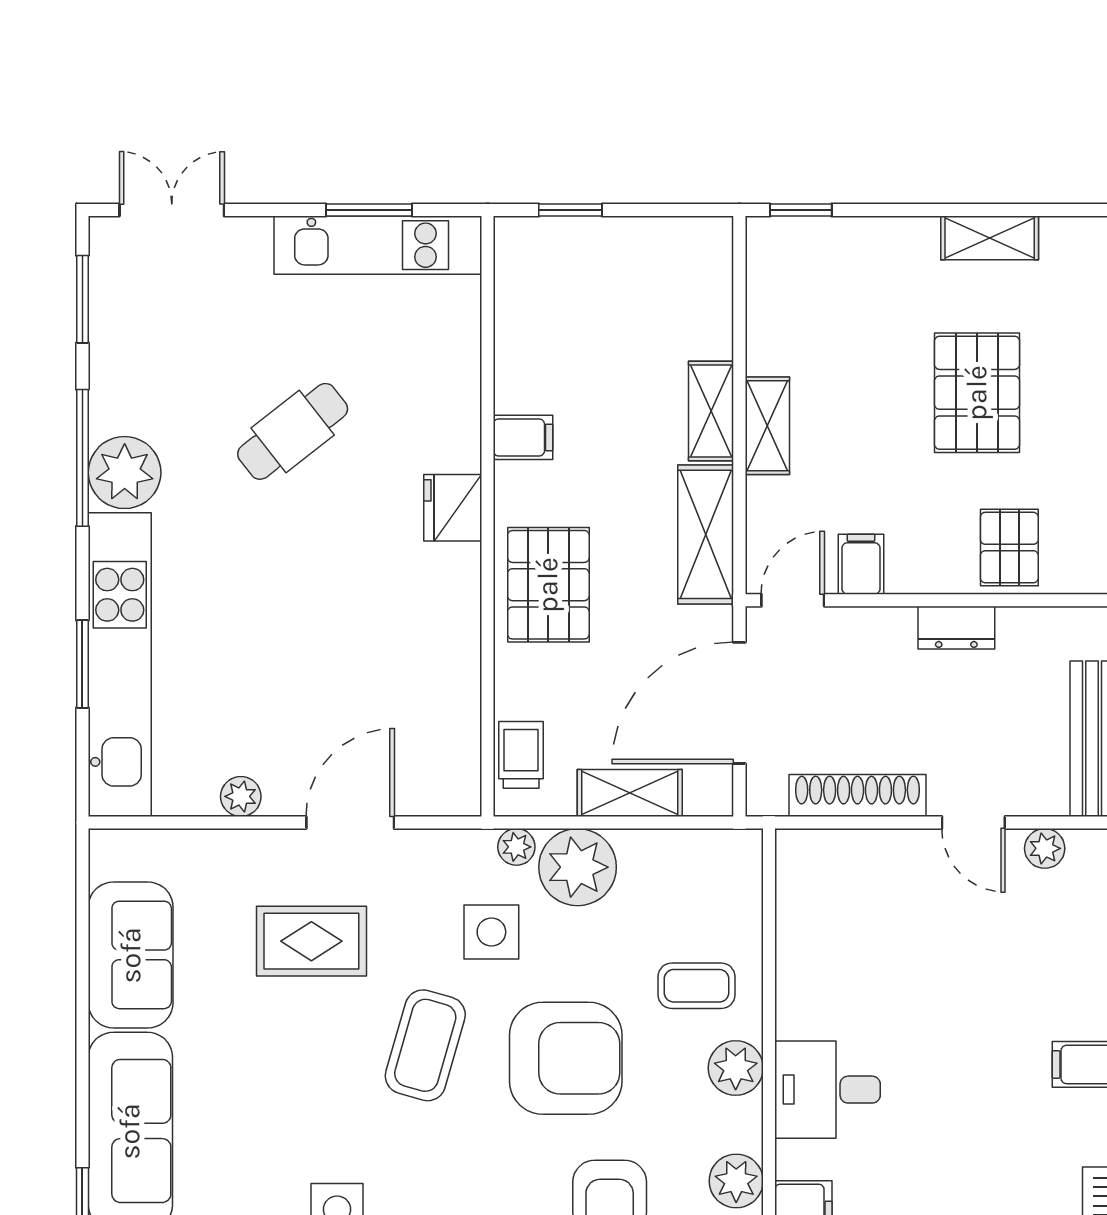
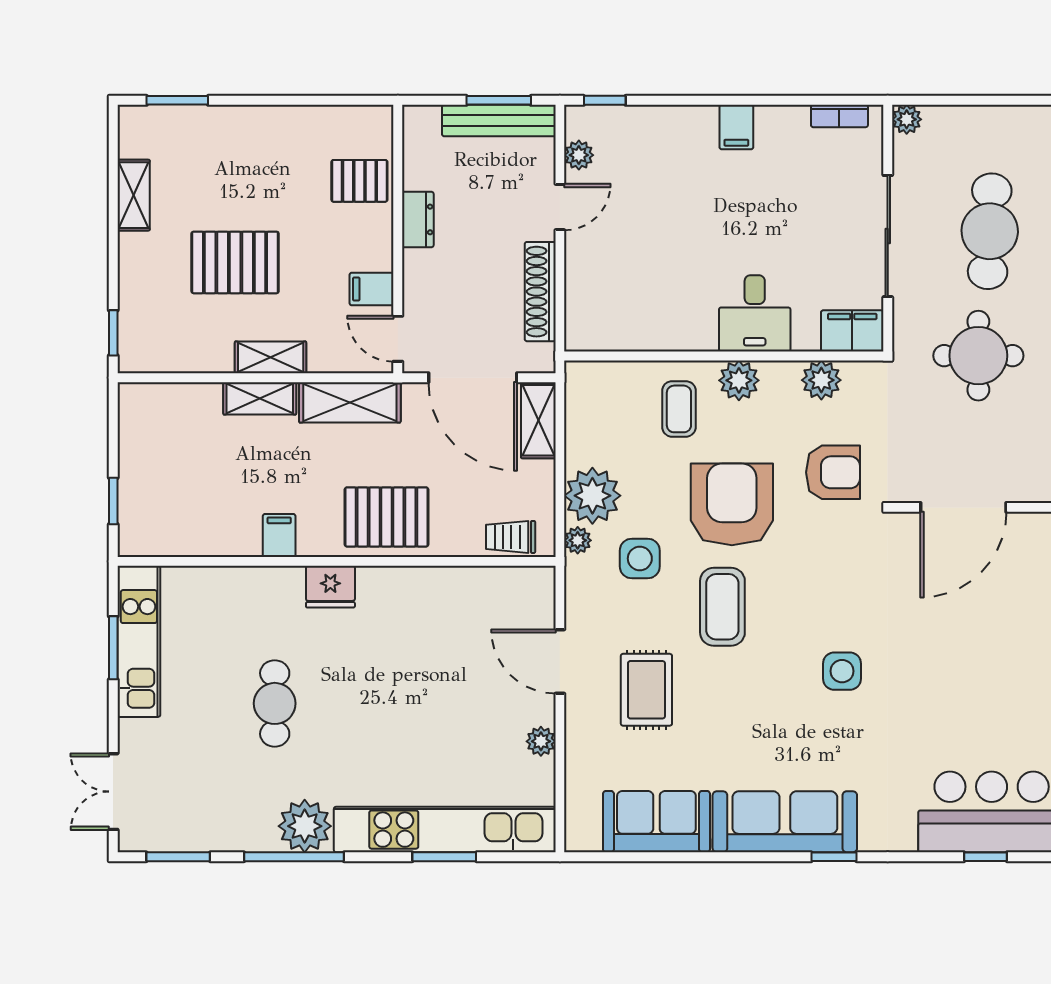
pallet: (977, 393) -> (235, 262), moved
cafe table: (293, 431) -> (275, 703), turned 38
shelving: (630, 793) -> (538, 420), moved
coffee table: (425, 1045) -> (722, 607), turned 74

